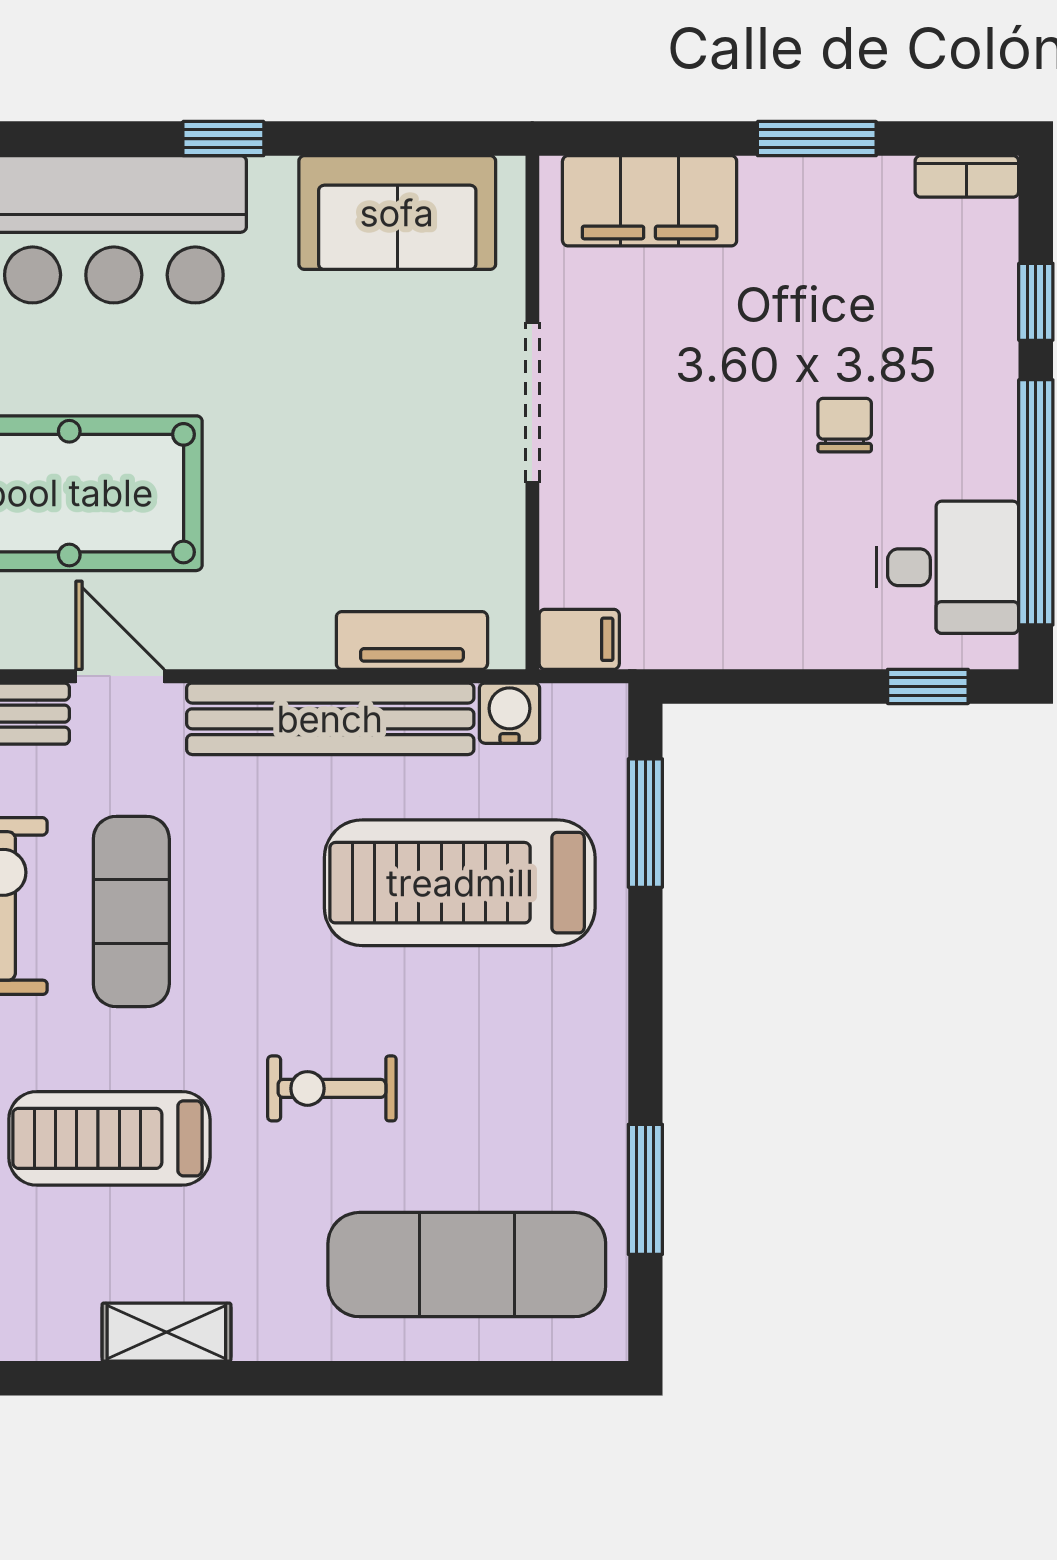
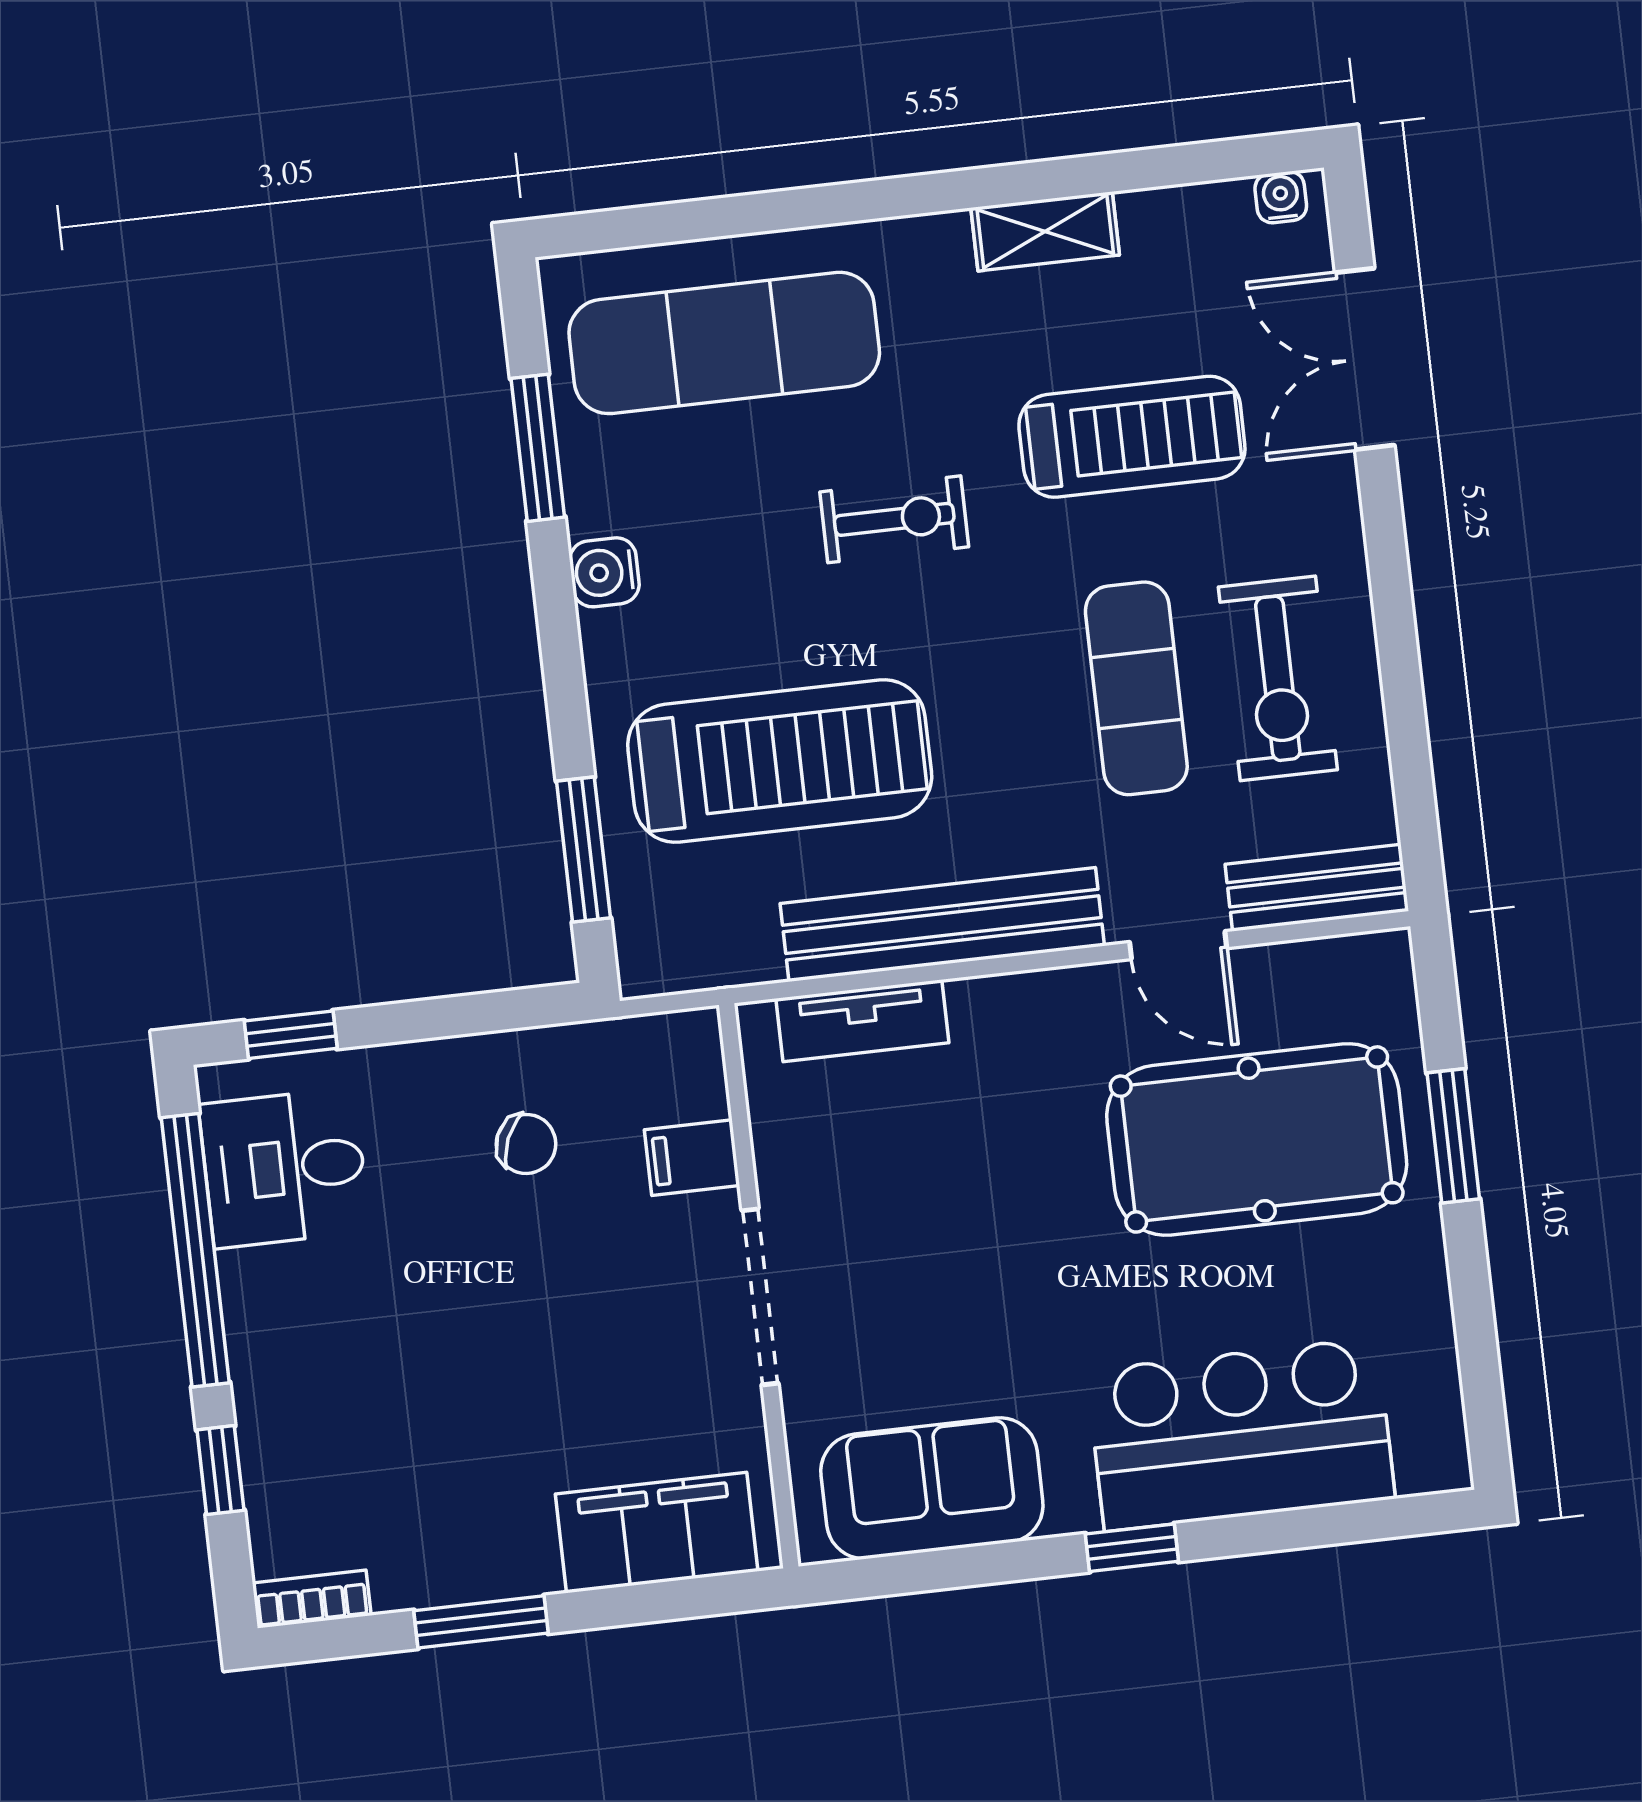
chair: (845, 425) -> (526, 1144), moved, turned -67
filing cabinet: (579, 639) -> (692, 1158), moved
water cooler: (510, 713) -> (604, 572), moved, turned 90

